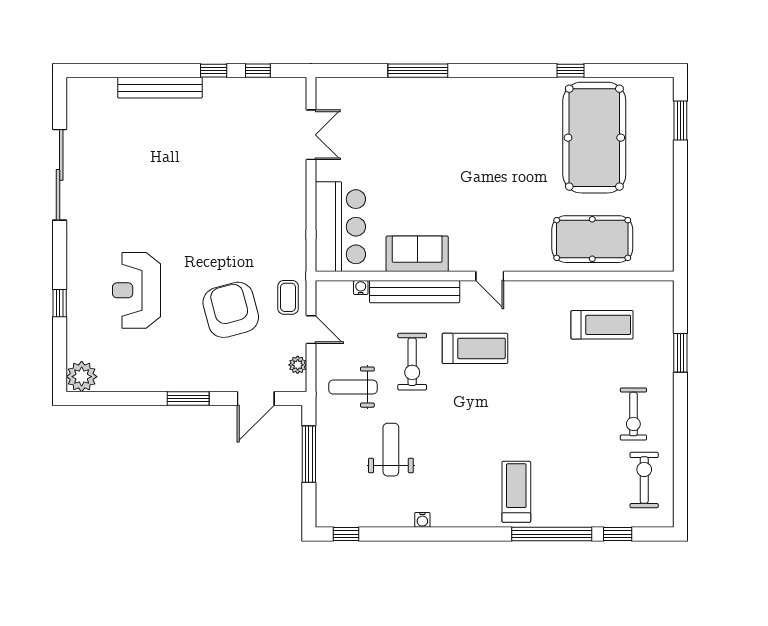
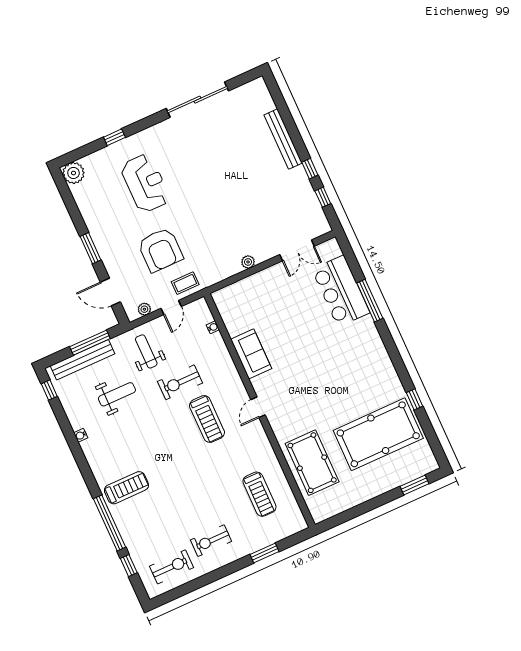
plant: (297, 204) -> (248, 262), added
bar counter: (340, 227) -> (341, 291), moved, turned 90
reception desk: (136, 290) -> (145, 183), turned 90
bench: (415, 292) -> (83, 360), moved, turned 90
armchair: (231, 310) -> (160, 250), turned 105

